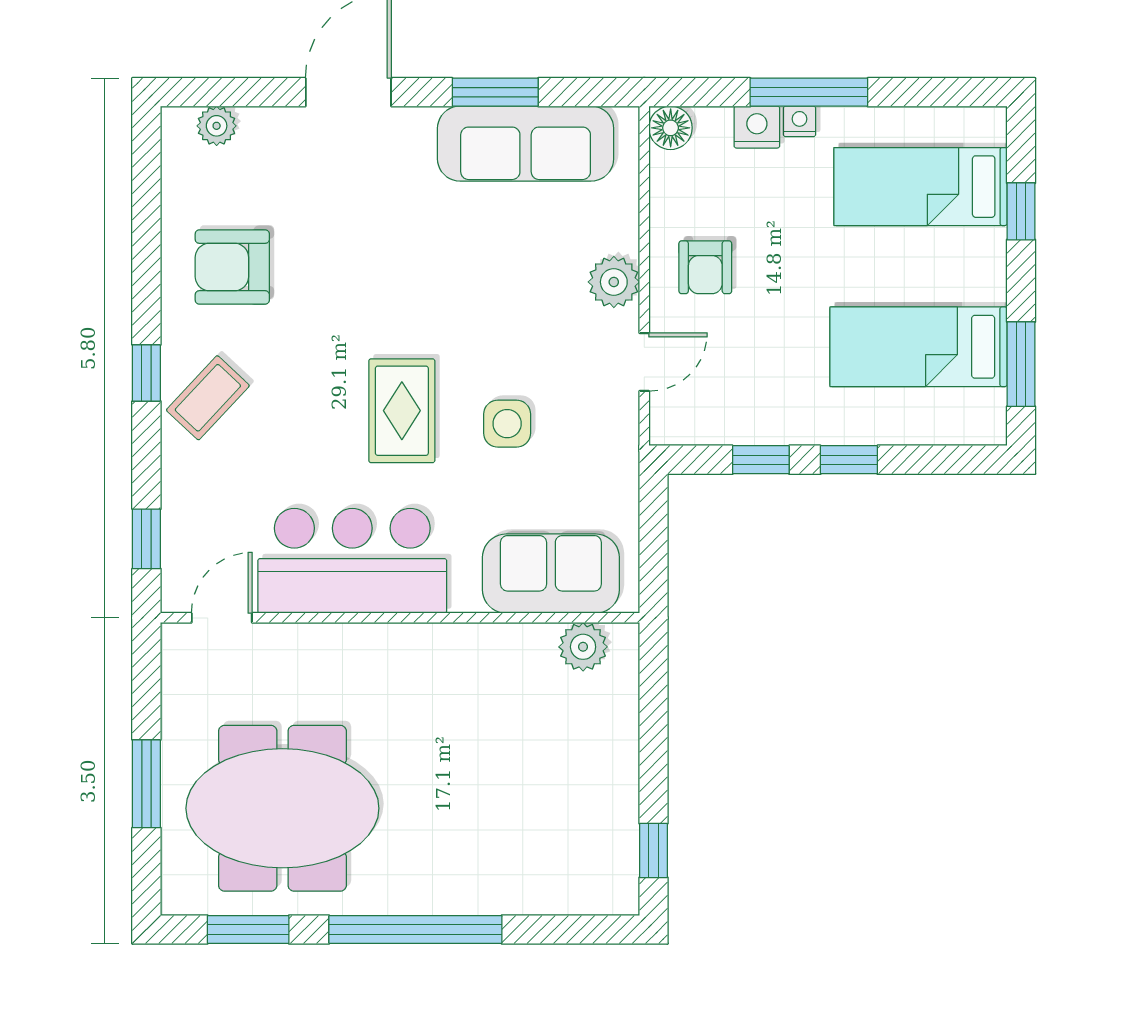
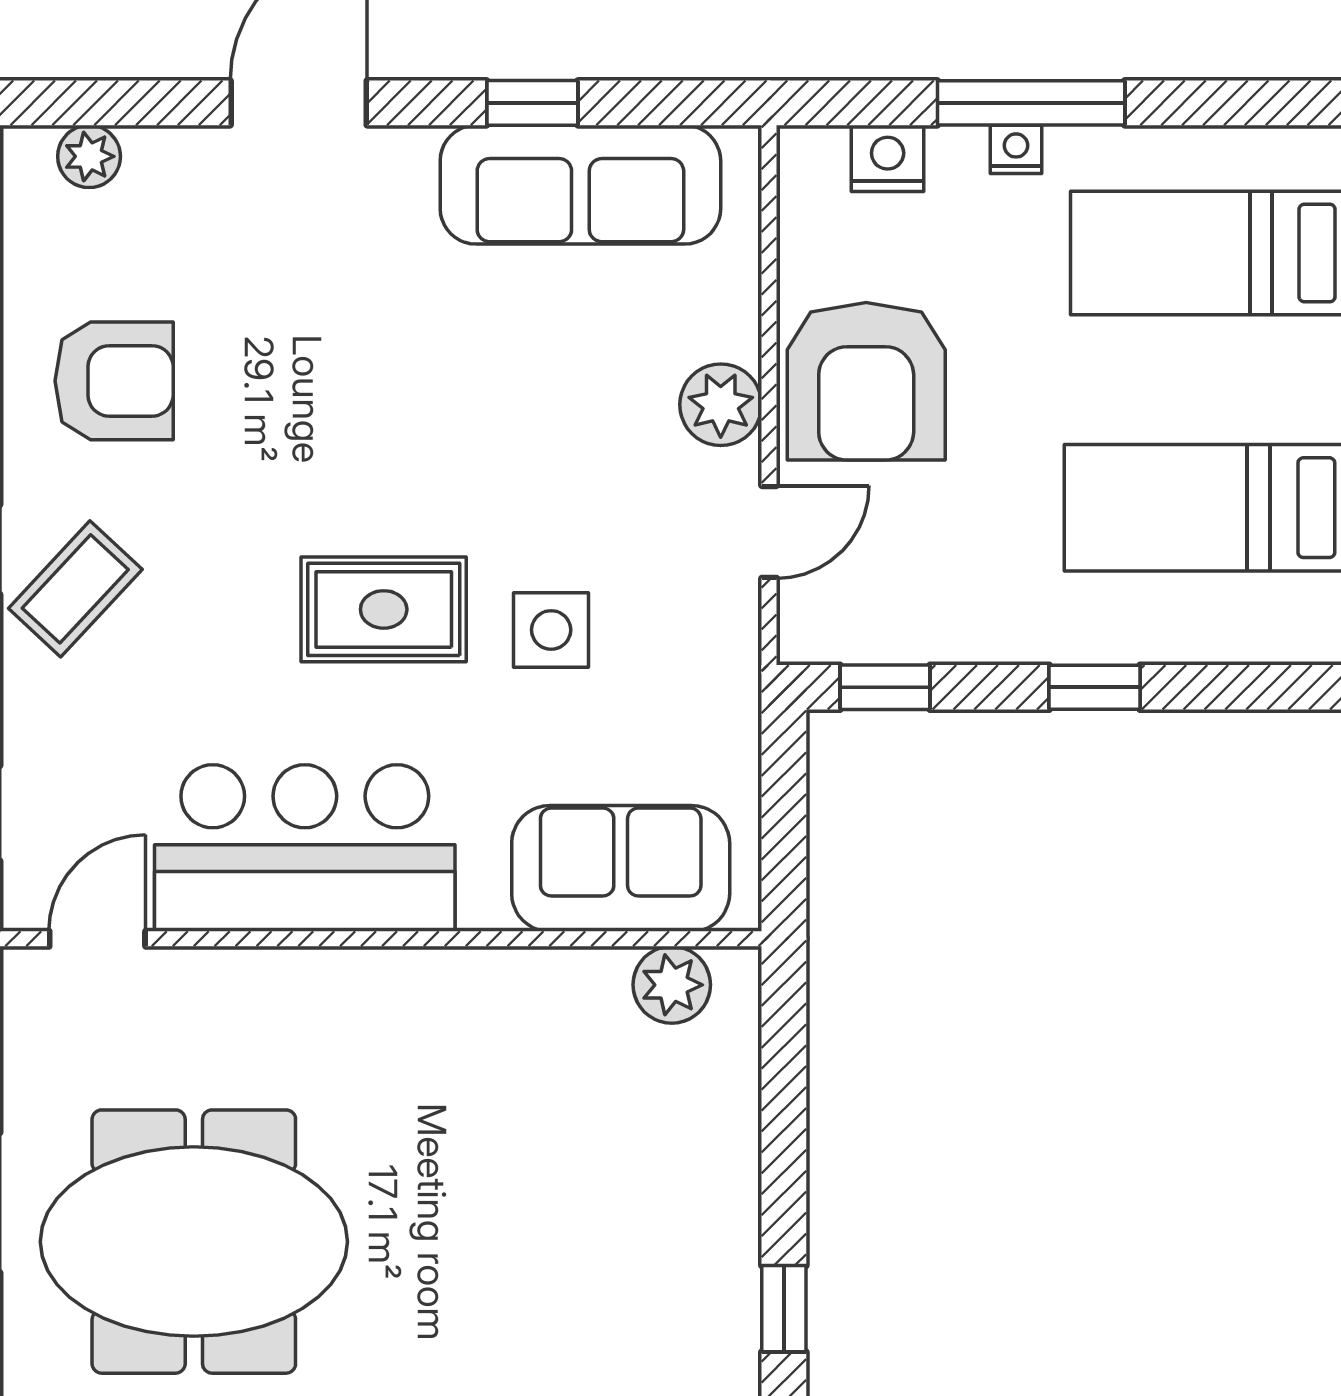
window: (495, 92) -> (532, 103), width x0.67
nightstand: (757, 127) -> (888, 158), moved
floor lamp: (671, 128) -> (811, 160), removed
armchair: (232, 267) -> (114, 381), turned 180
armchair: (705, 267) -> (866, 381), width x1.88, depth x1.88
rug: (402, 411) -> (384, 609), turned 90
window: (761, 460) -> (885, 687), moved

